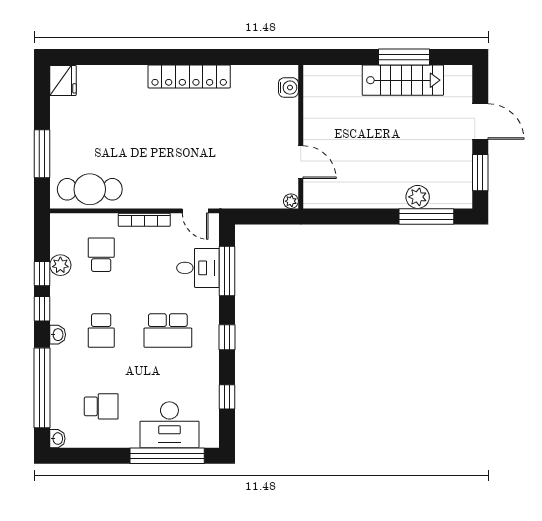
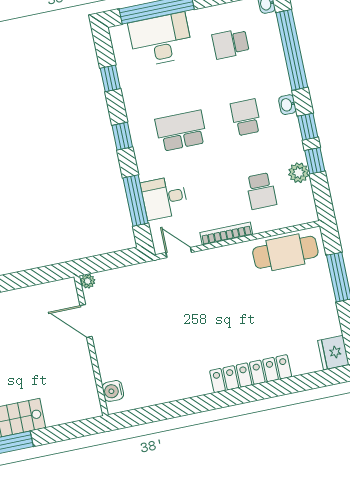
locker: (189, 76) -> (251, 374), moved

